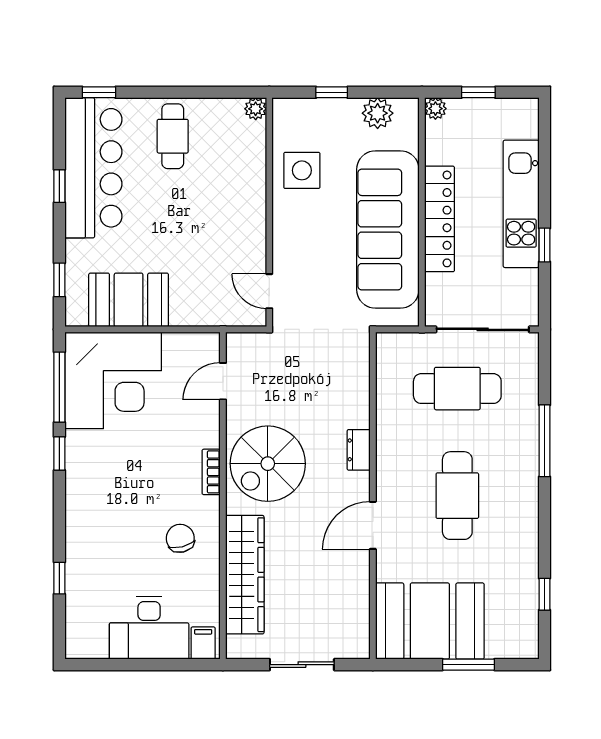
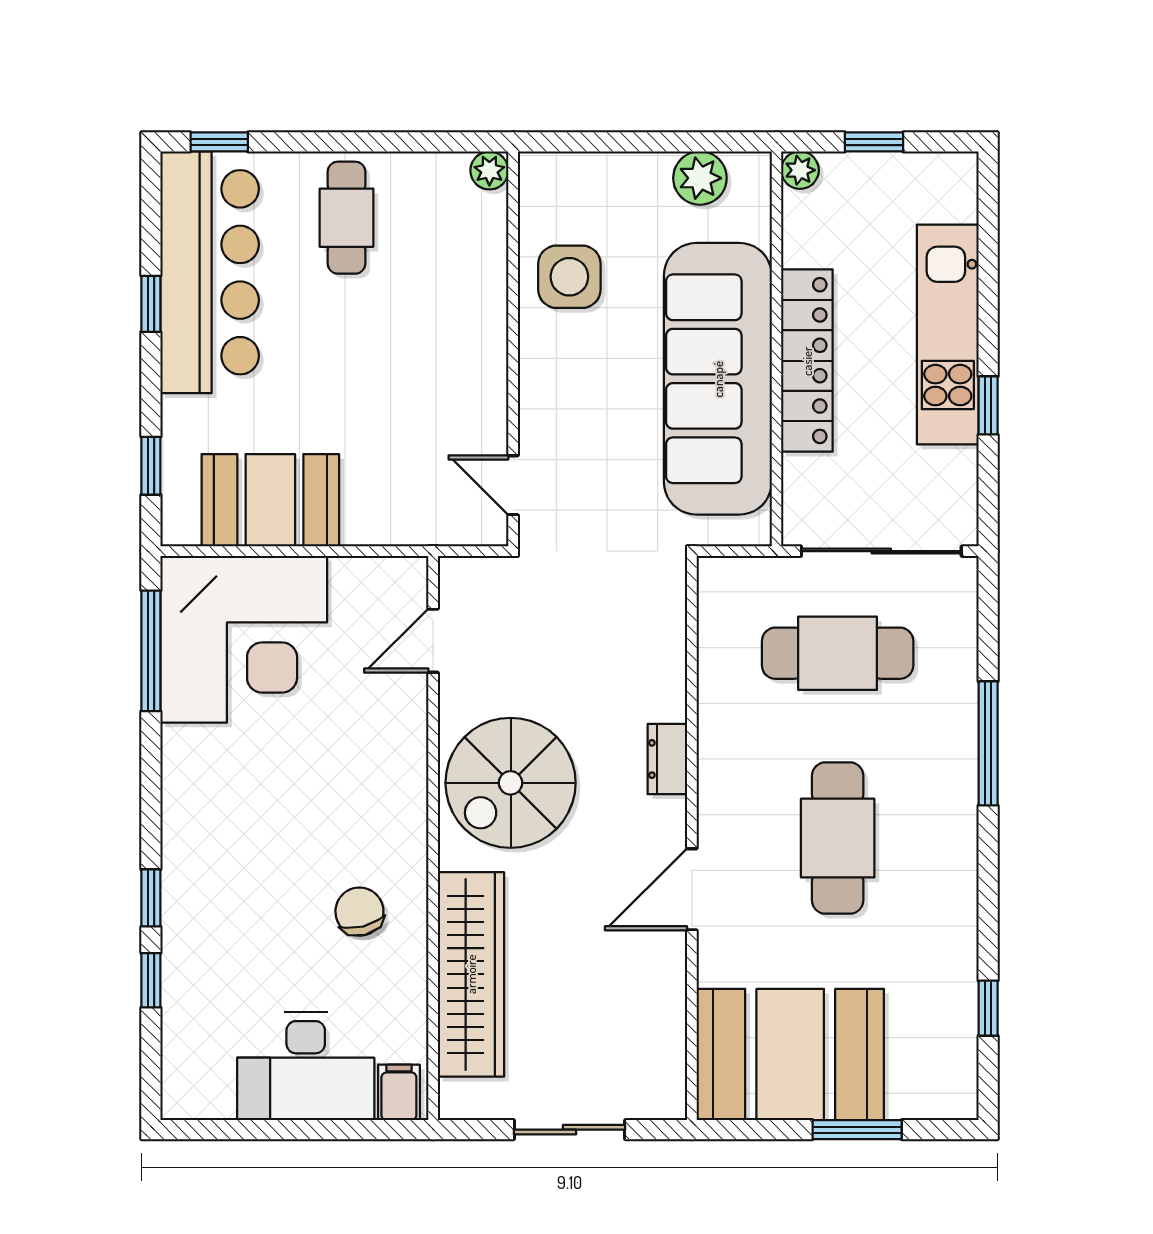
window: (332, 92) -> (621, 142), removed
window: (59, 453) -> (151, 898), moved
bookcase: (211, 472) -> (413, 797), removed

